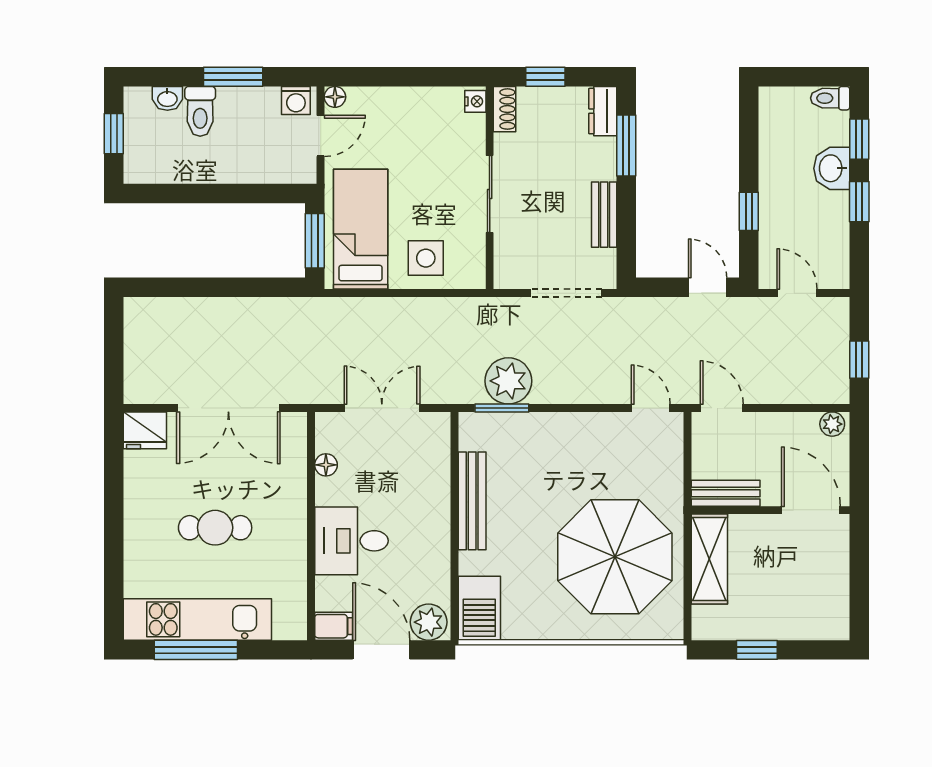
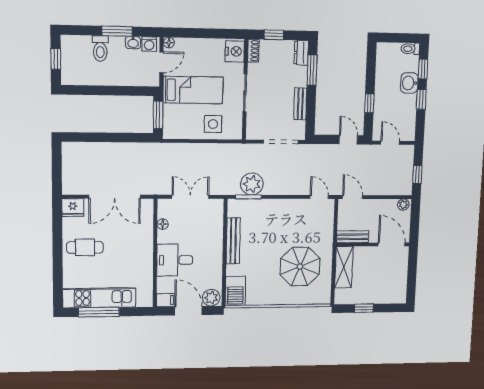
washbasin: (167, 98) -> (133, 43), moved
nightstand: (475, 101) -> (235, 51), width x1.89, depth x1.79
bed: (361, 229) -> (193, 90), moved, turned 90
cafe table: (215, 528) -> (85, 247), moved
parasol: (615, 557) -> (300, 267), width x0.73, depth x0.73

